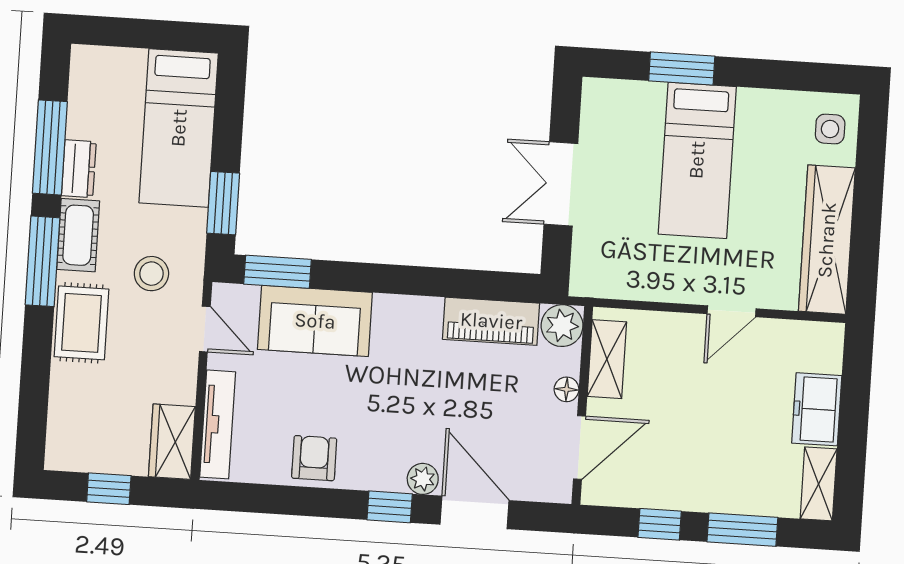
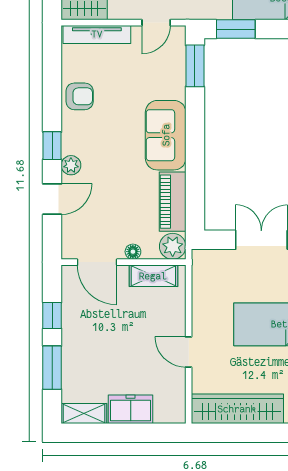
sofa: (315, 321) -> (166, 135), moved
door: (475, 512) -> (52, 199), width x0.73

